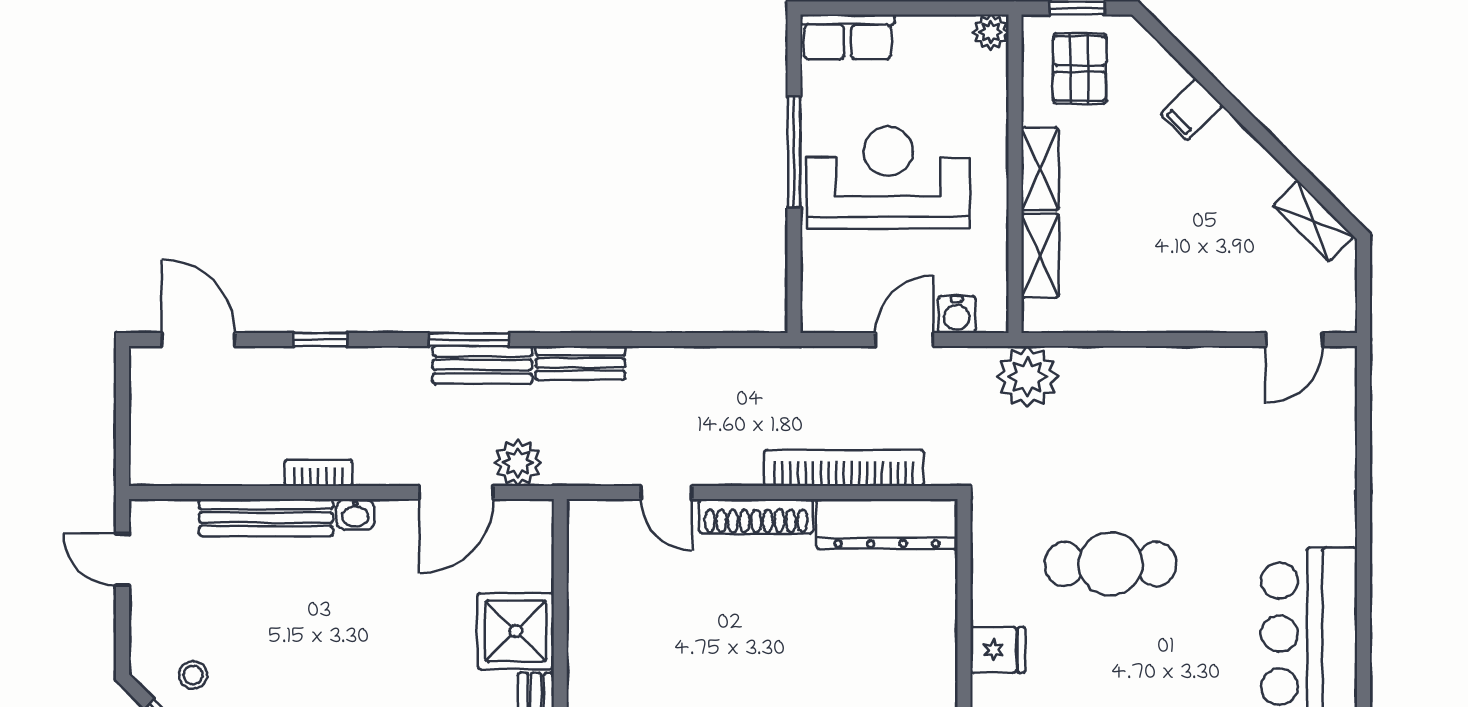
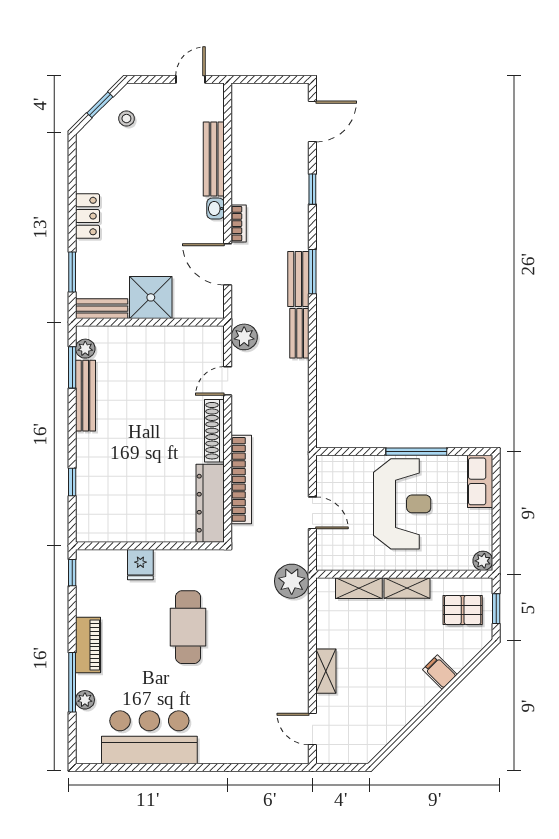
shelving: (1313, 221) -> (326, 671), moved, turned -45
water cooler: (957, 315) -> (326, 542), removed
plant: (518, 463) -> (244, 337), moved
bookcase: (318, 473) -> (239, 224), moved

